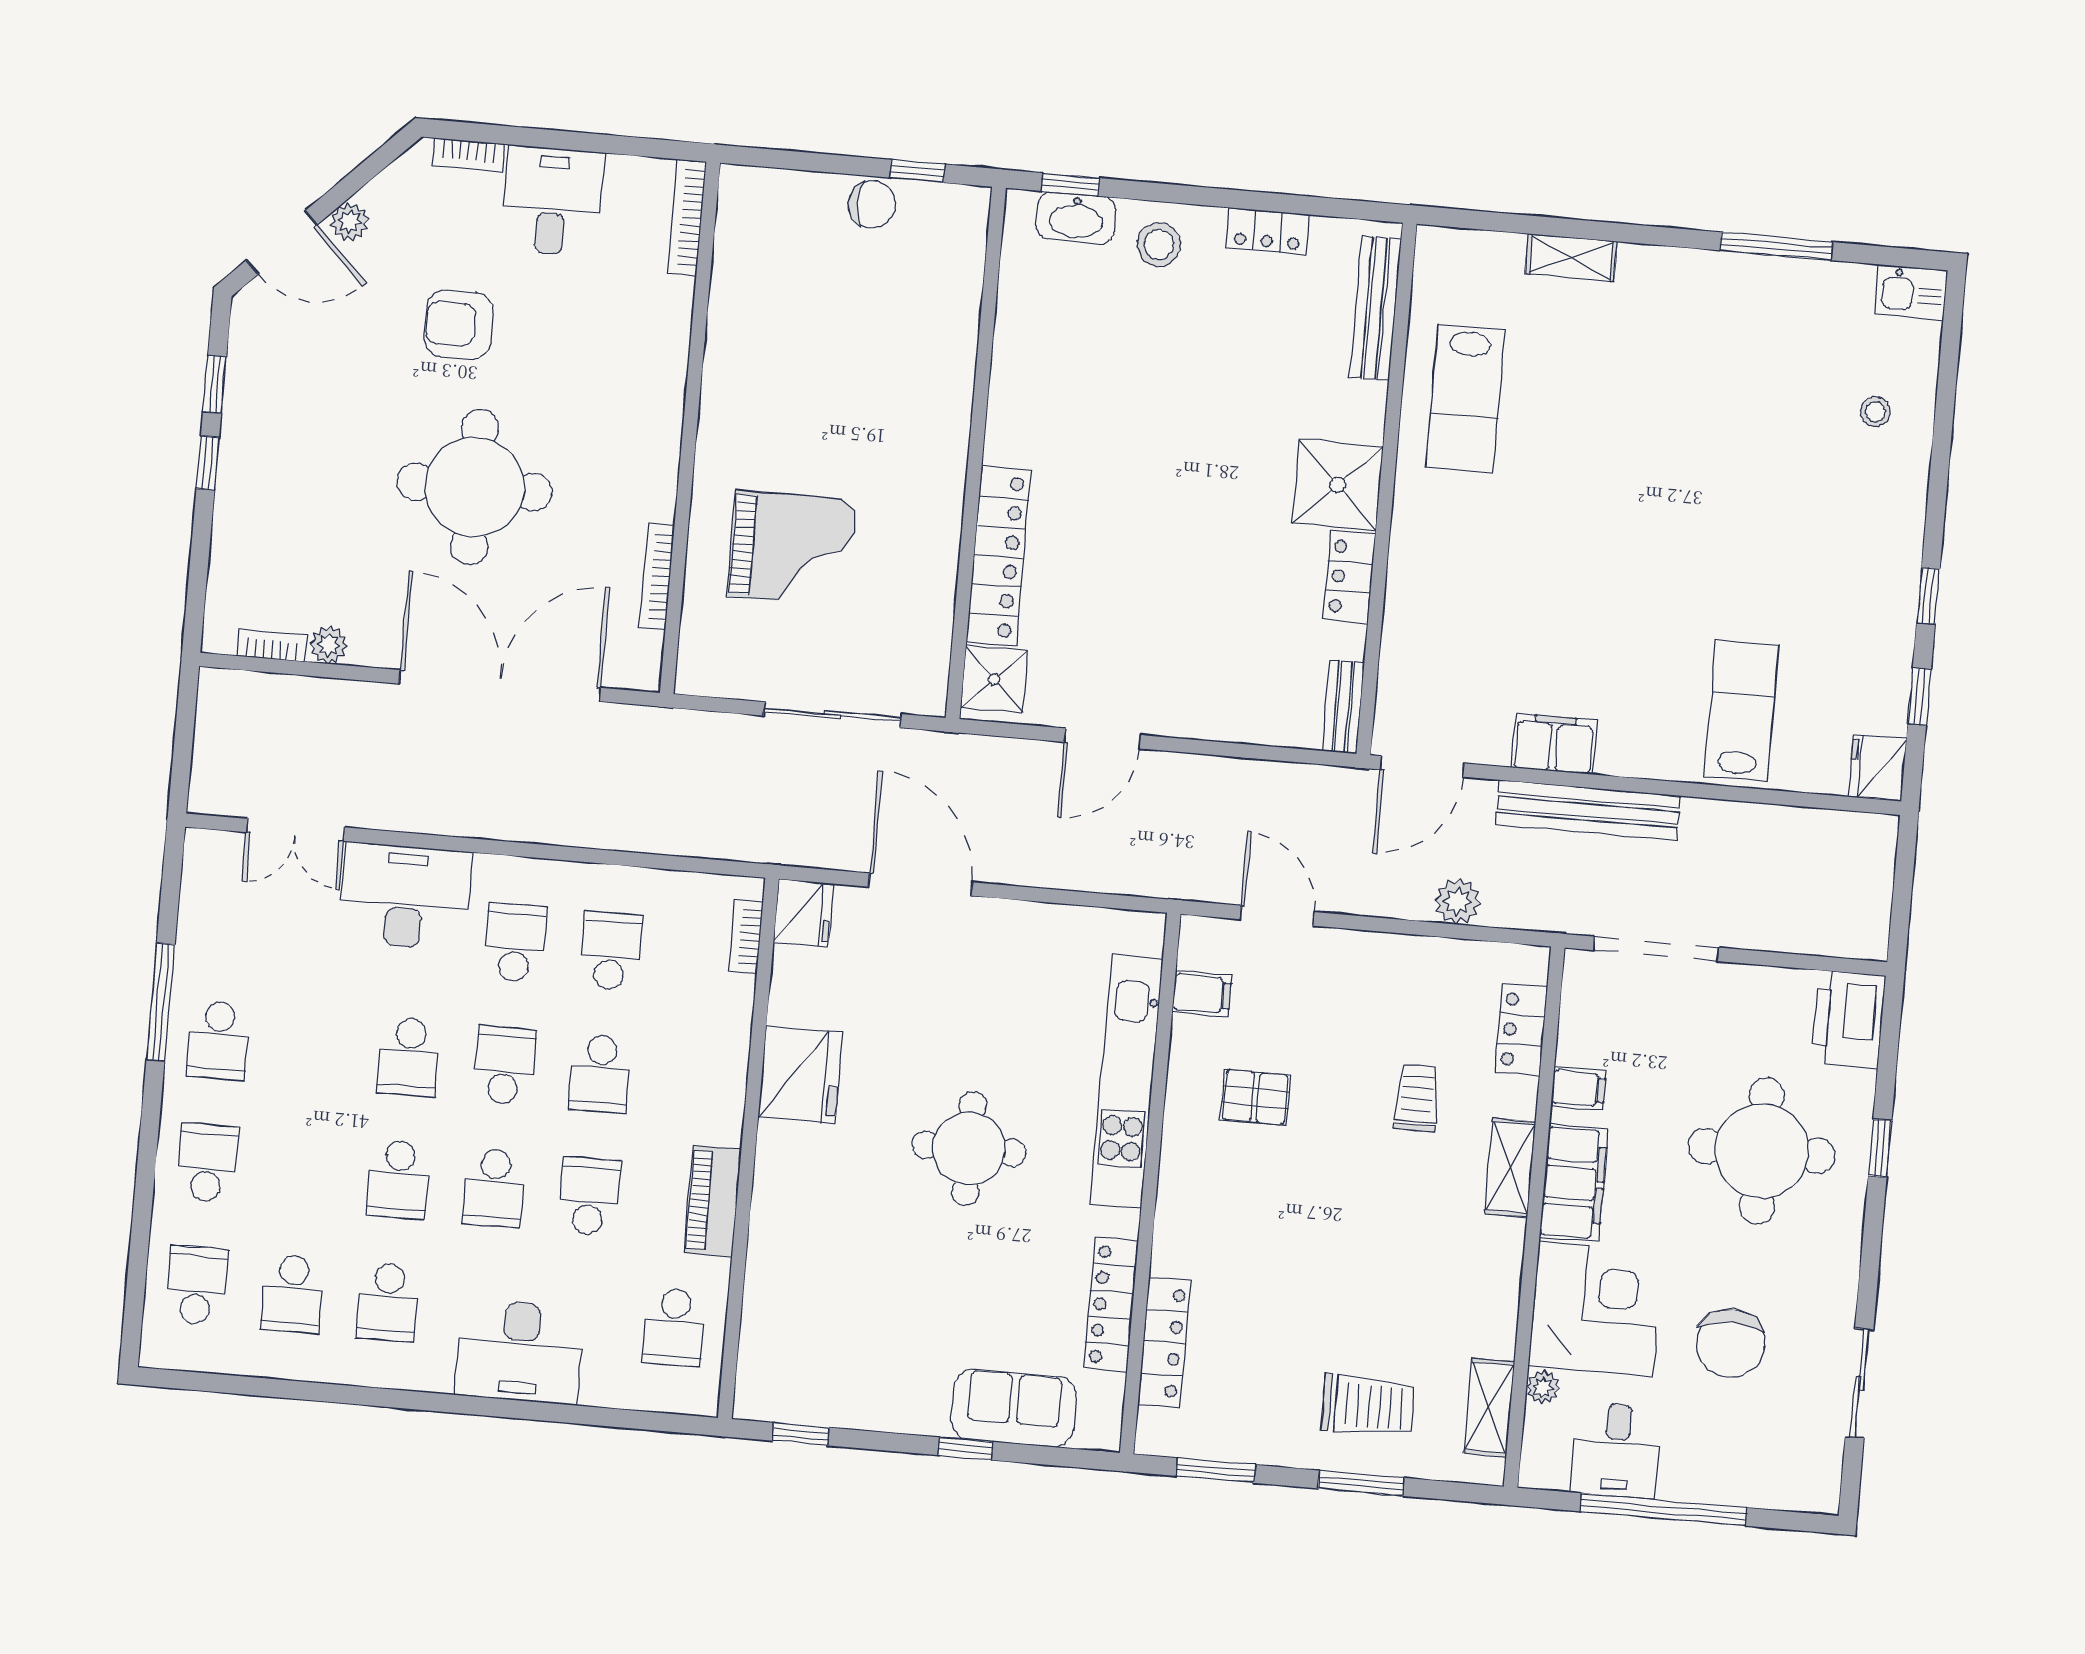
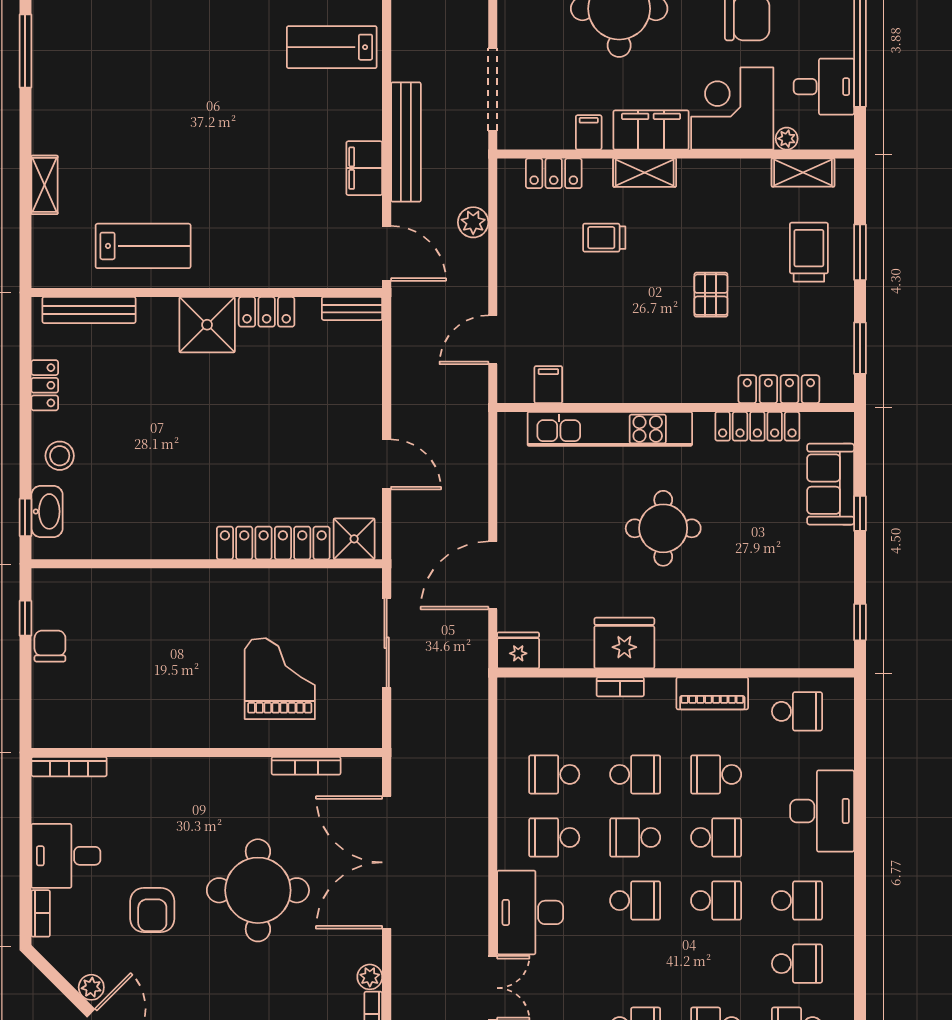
bookcase: (746, 937) -> (620, 687), moved
pallet: (1255, 1097) -> (711, 295), moved

